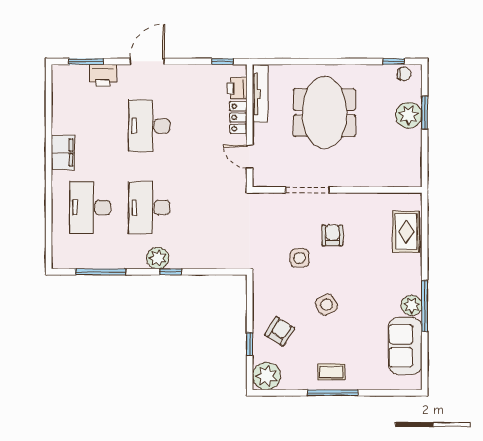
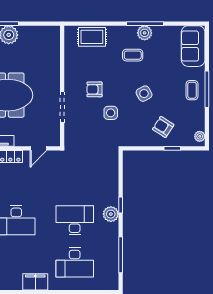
desk: (149, 208) -> (75, 220), turned 180
coffee table: (380, 289) -> (133, 55), added
sofa: (405, 346) -> (193, 46), moved, turned 90
plant: (267, 376) -> (200, 136), width x0.53, depth x0.53

